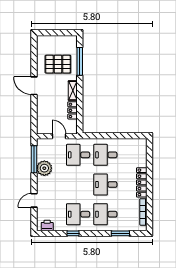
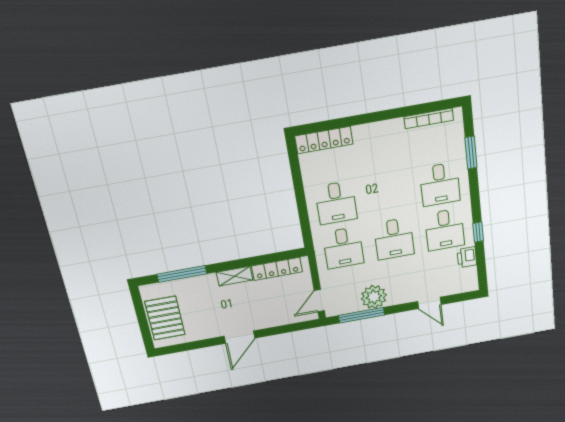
pallet: (58, 64) -> (165, 318), moved
locker: (73, 110) -> (277, 269), width x1.53
door: (59, 136) -> (319, 301), moved
locker: (142, 182) -> (324, 140), moved
desk: (105, 185) -> (394, 239), moved
printer: (47, 225) -> (467, 257), moved

